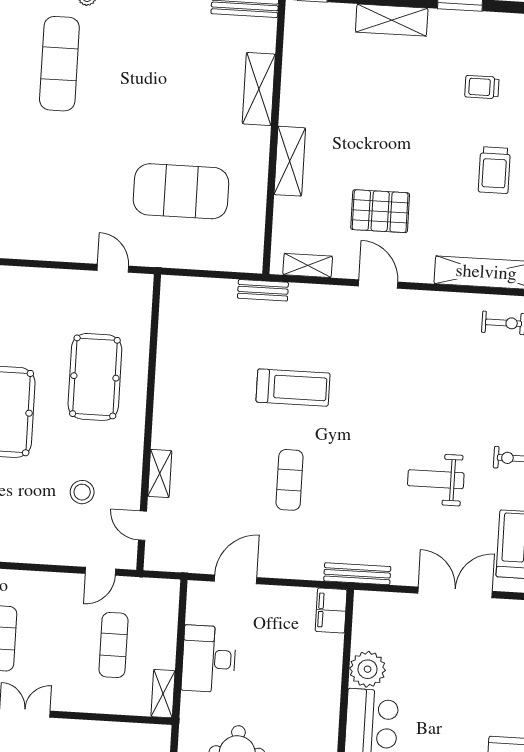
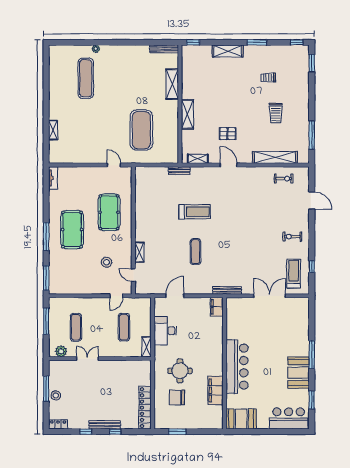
exercise mat: (181, 191) -> (141, 130), turned 90
pallet: (380, 211) -> (228, 134), width x0.67, depth x0.71
weight bench: (436, 479) -> (258, 248), removed
plant: (368, 669) -> (234, 331), removed

